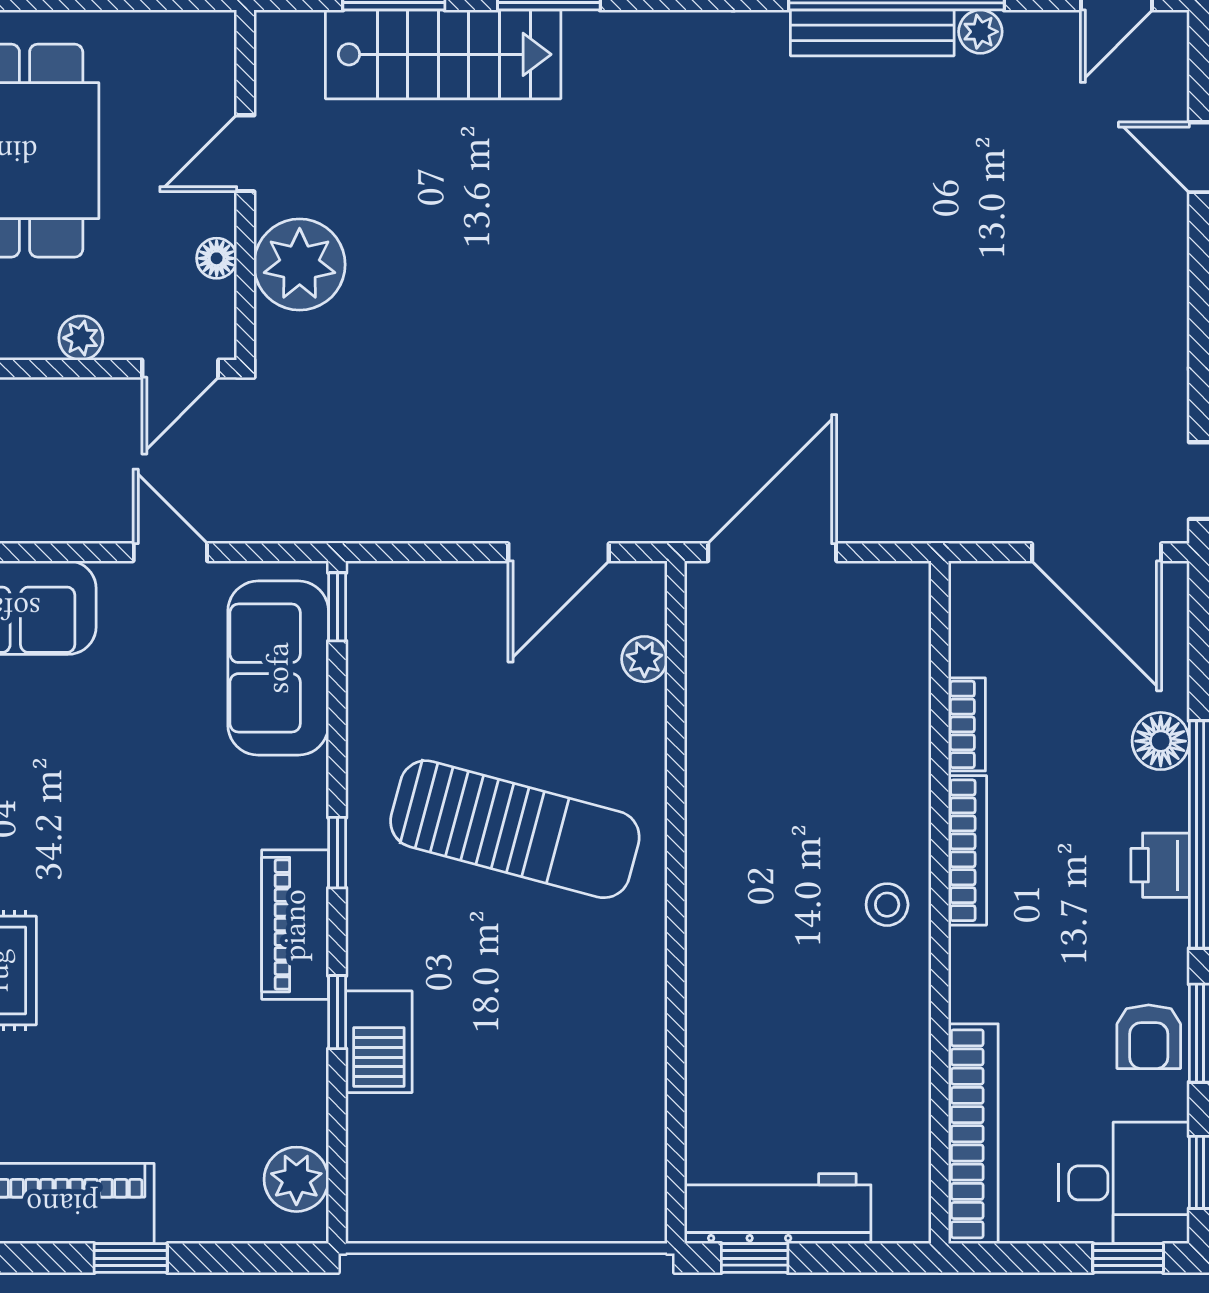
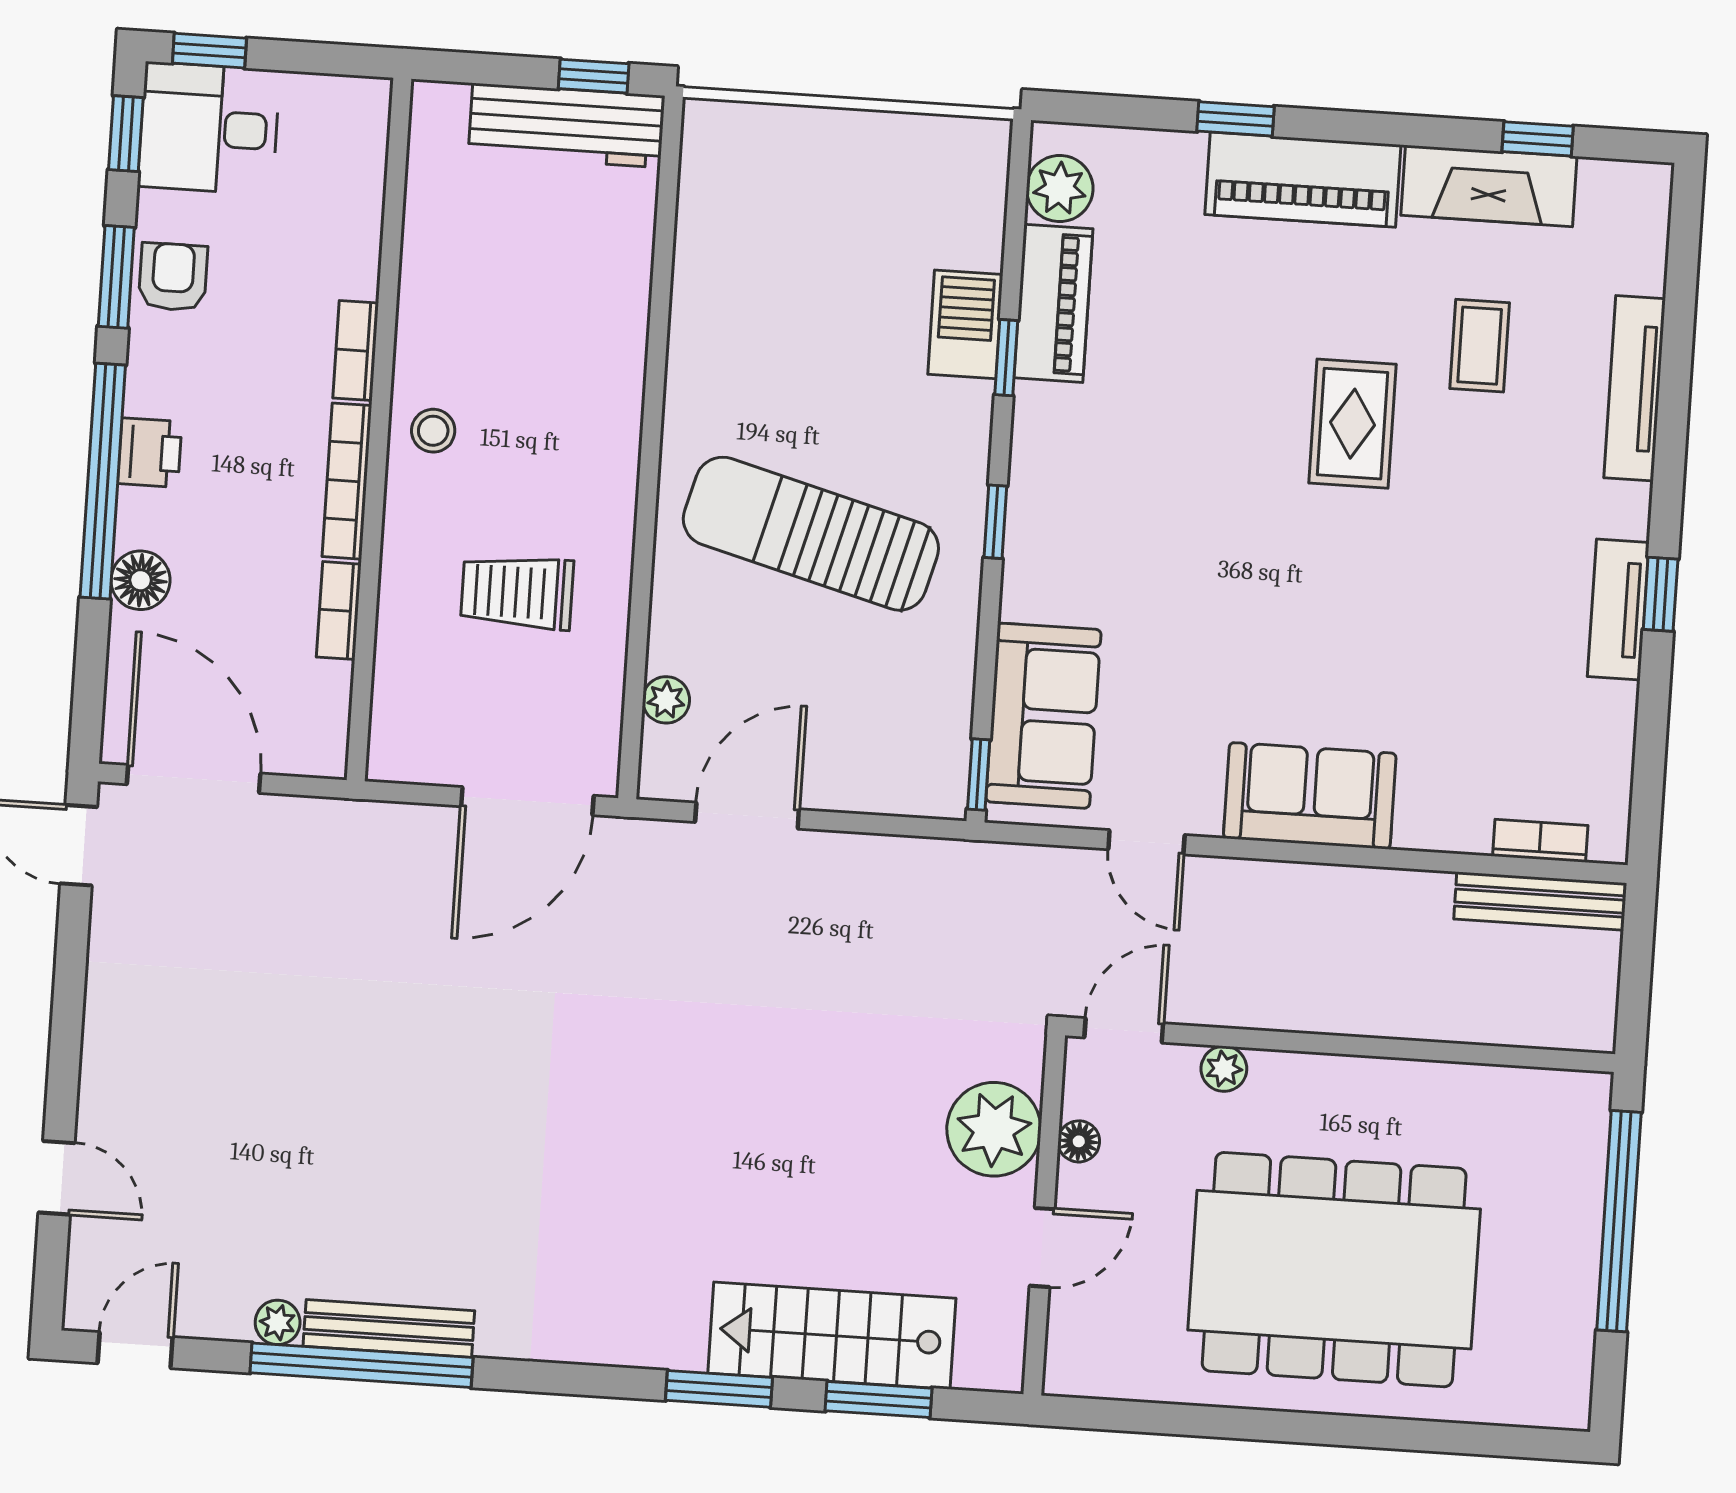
trolley: (796, 754) -> (517, 592), added
piano: (295, 925) -> (1053, 303), moved
bookcase: (973, 1134) -> (356, 351), moved, width x0.43, depth x0.76

